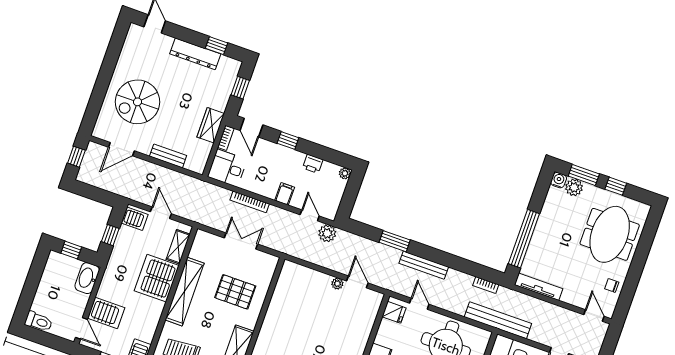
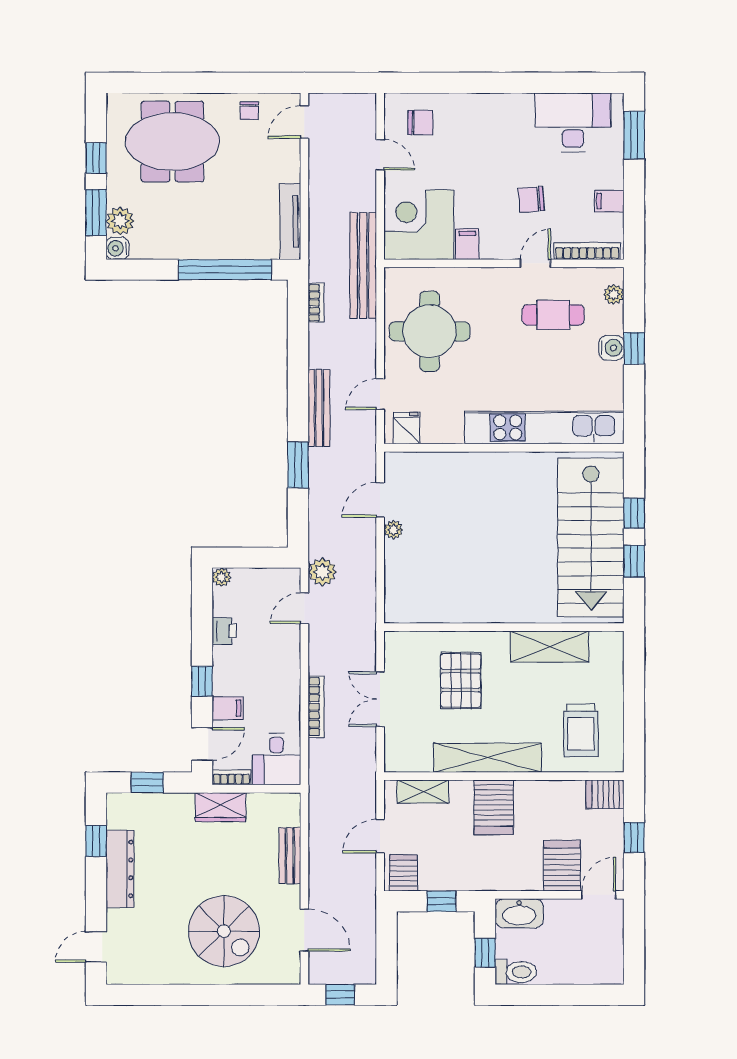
filing cabinet: (285, 194) -> (228, 708), moved, turned 180
server rack: (157, 278) -> (494, 807), width x0.63
toilet: (39, 322) -> (516, 972), moved, turned 90

